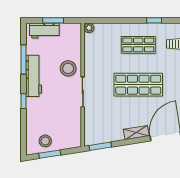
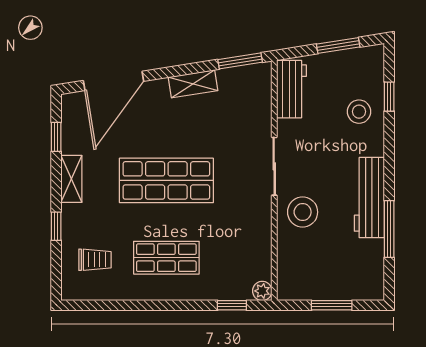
window: (154, 20) -> (232, 305), moved
workbench: (44, 30) -> (291, 89), moved, turned 90
window: (24, 101) -> (389, 97), moved
shelving: (136, 133) -> (193, 84), moved
stool: (45, 141) -> (359, 112), moved

